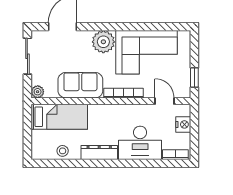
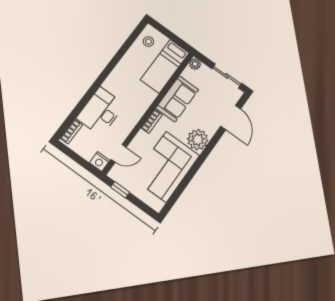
bookcase: (124, 93) -> (152, 121), width x0.64
nightstand: (183, 124) -> (100, 162), moved
stool: (63, 151) -> (148, 42), moved
dresser: (99, 153) -> (116, 76), removed

